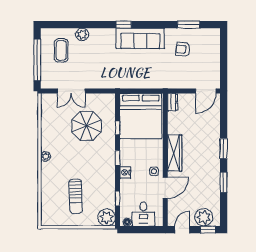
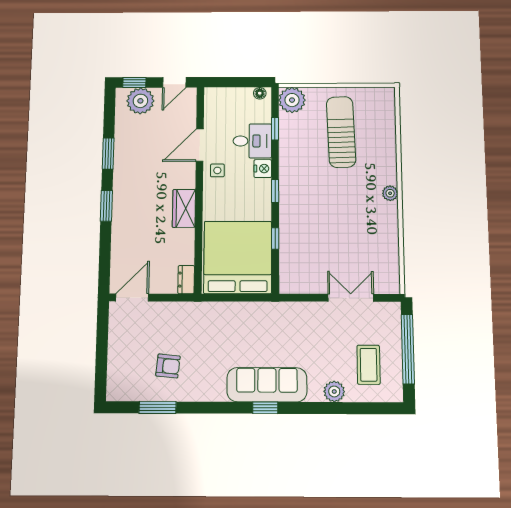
sofa: (140, 38) -> (267, 385), moved
parasol: (87, 126) -> (325, 241), removed
wardrobe: (175, 153) -> (184, 208), width x0.67
sun lounger: (76, 196) -> (341, 132), width x1.36, depth x1.34
desk: (143, 214) -> (252, 141), moved, turned 90

